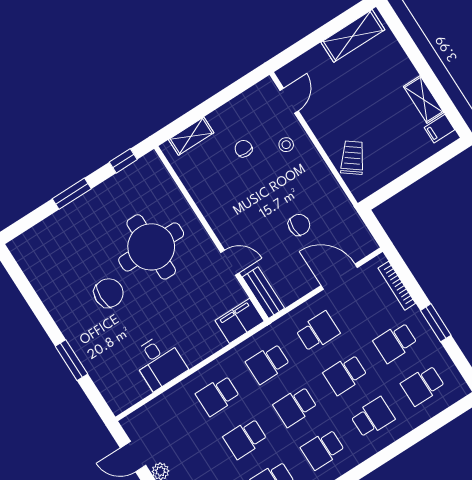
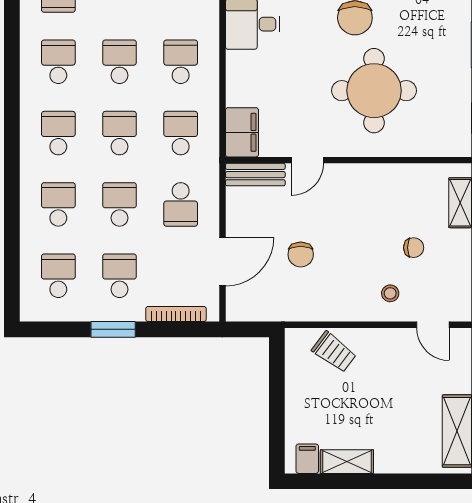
school desk: (373, 417) -> (58, 204), turned 180

